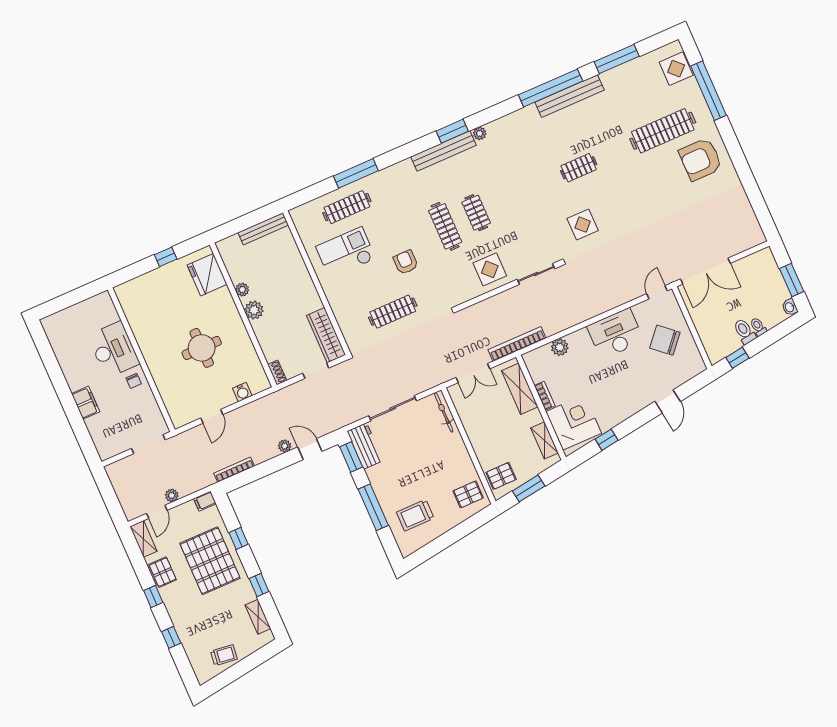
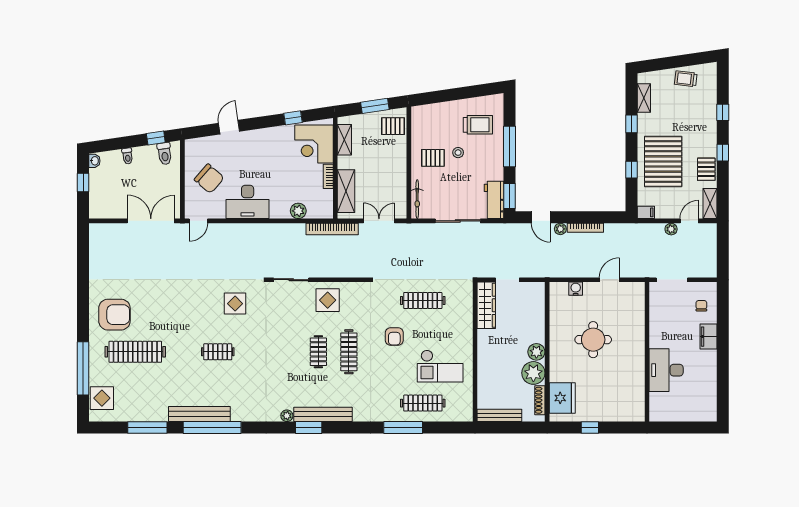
window: (792, 280) -> (83, 182), width x0.67
plant: (242, 290) -> (533, 373), width x1.88, depth x1.88
toilet: (745, 331) -> (165, 154), moved
shoe rack: (277, 372) -> (540, 400), moved, width x1.43
chair: (134, 381) -> (701, 306), moved
bookcase: (234, 470) -> (585, 228), moved
stool: (423, 478) -> (458, 153), added
pallet: (468, 494) -> (433, 158), moved

